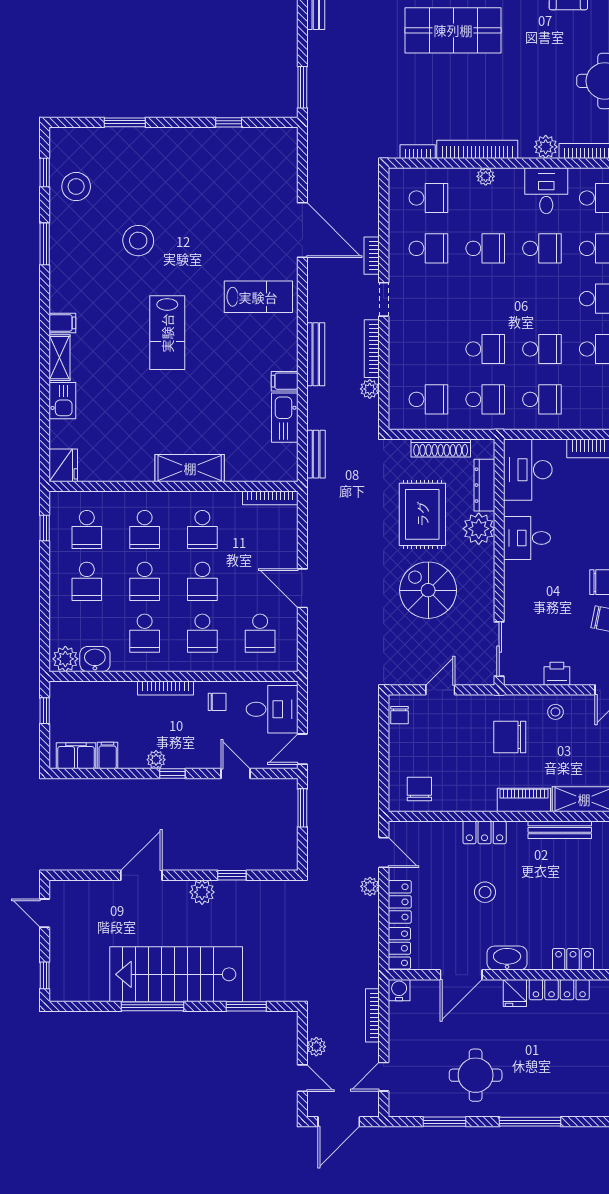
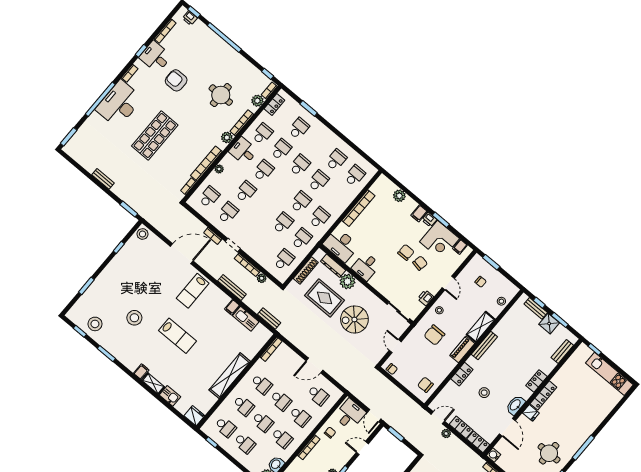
stool: (281, 142) -> (143, 234), added
lab bench: (258, 297) -> (193, 291), turned 180
shelving: (190, 468) -> (230, 376), width x1.47

